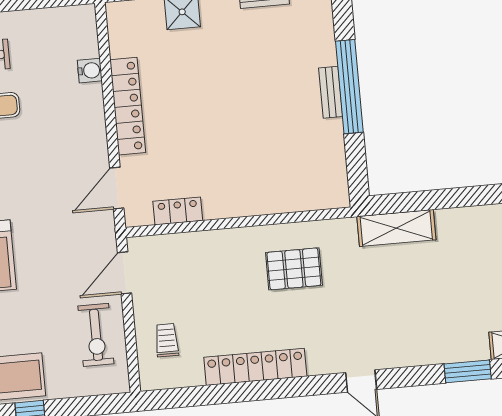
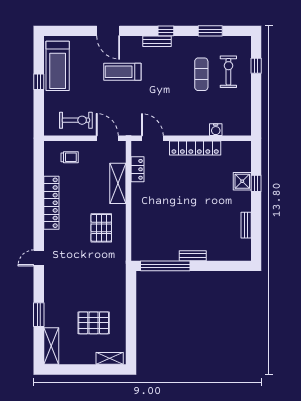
window: (349, 87) -> (165, 266), moved
shelving: (396, 228) -> (118, 183), moved
pallet: (474, 267) -> (94, 323), added
exercise bike: (96, 335) -> (76, 120), turned 180

